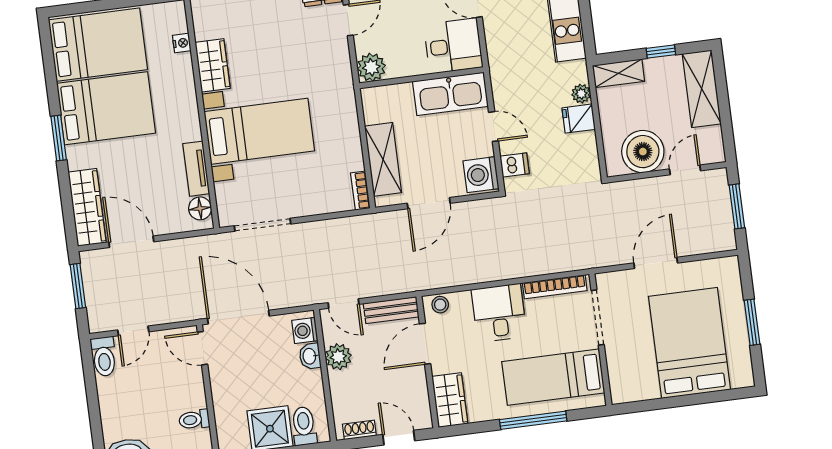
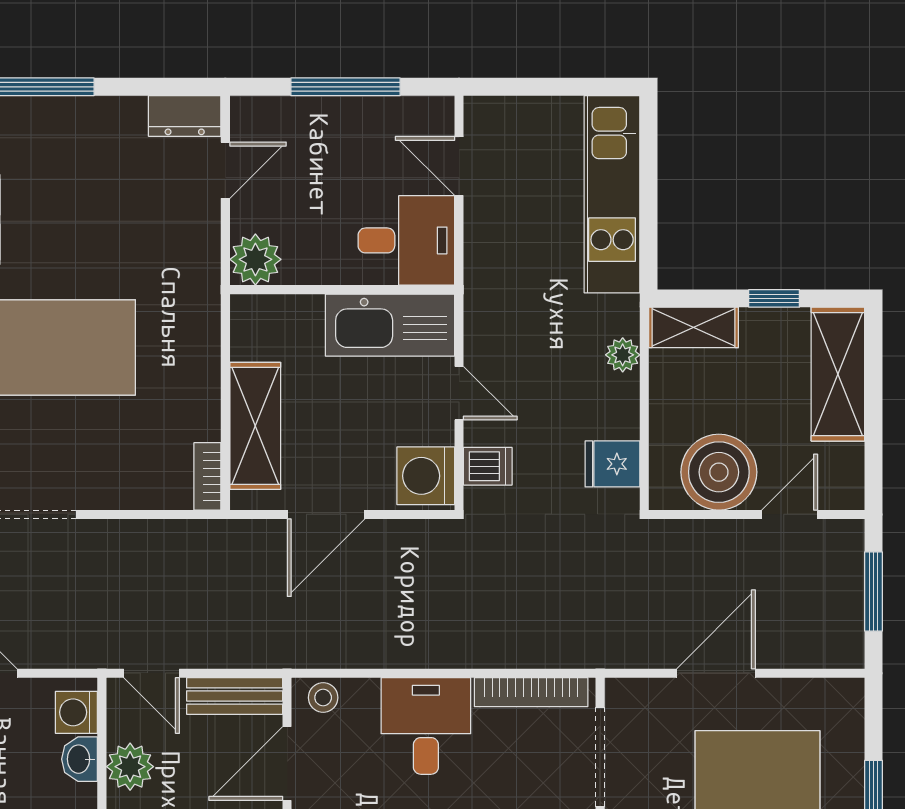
fridge: (579, 119) -> (612, 464), moved

